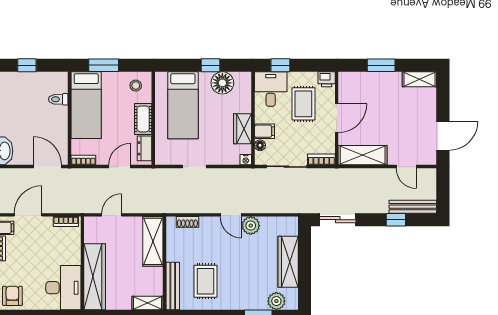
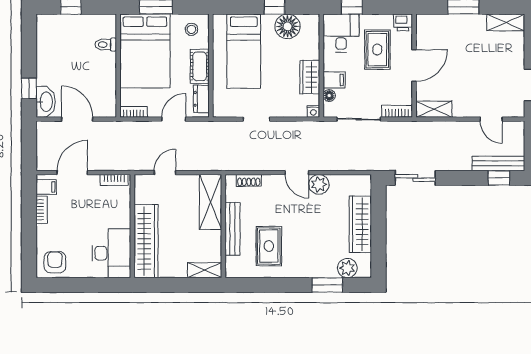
bed: (86, 105) -> (145, 51), width x1.50
shelving: (363, 155) -> (434, 109), width x0.67, depth x0.75
door: (47, 167) -> (77, 119), moved
window: (396, 220) -> (499, 178), moved
bench: (173, 286) -> (233, 229), moved

